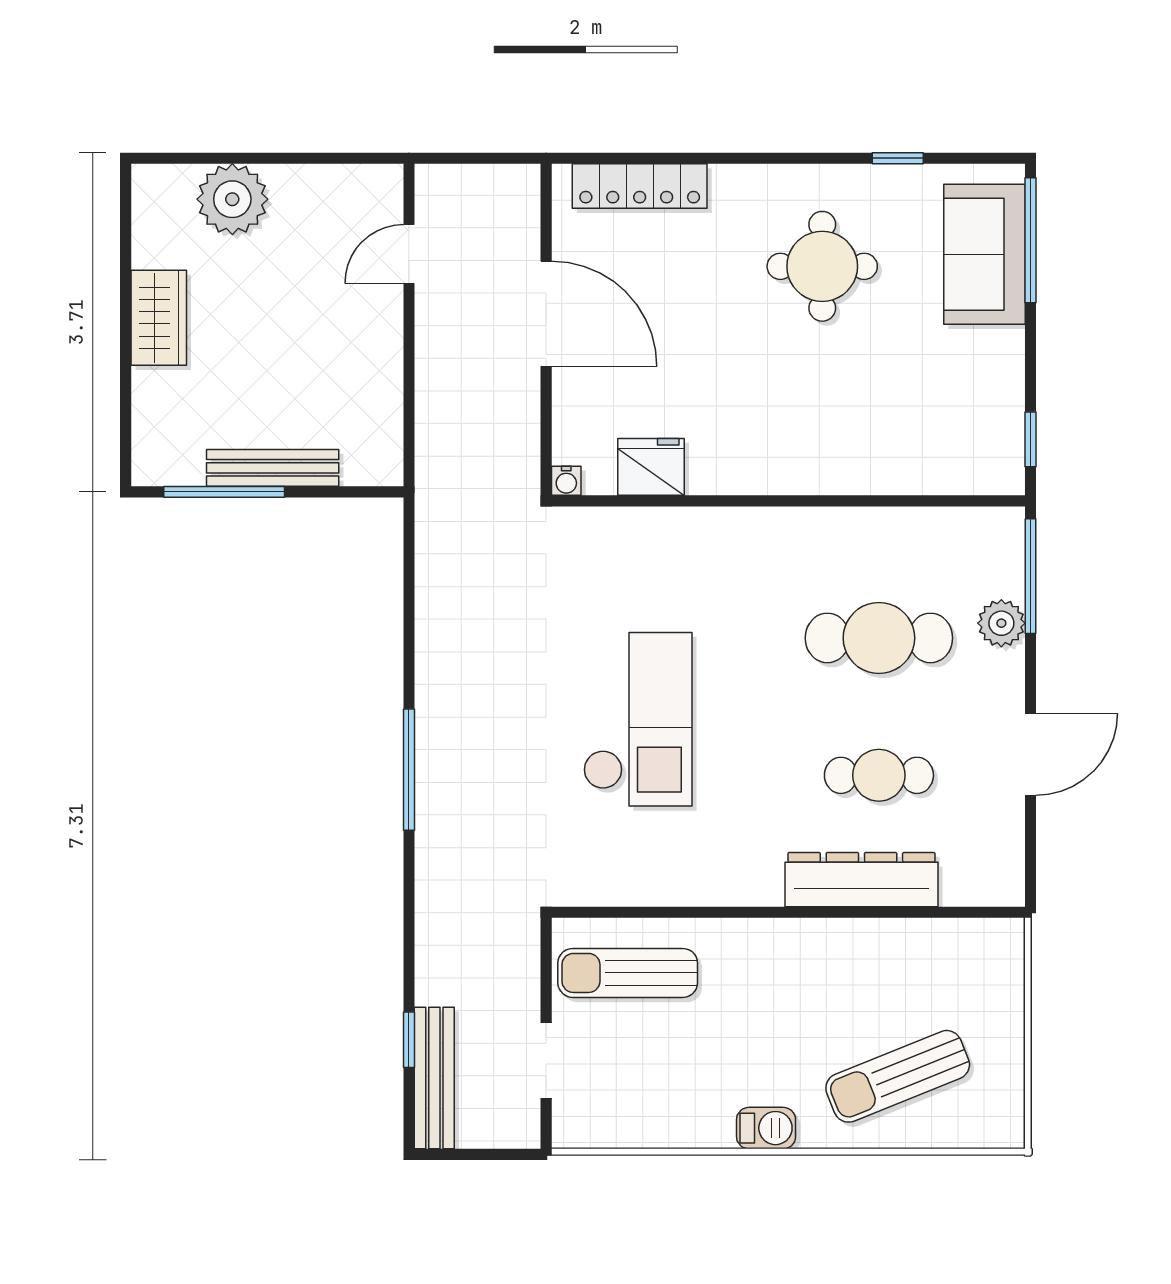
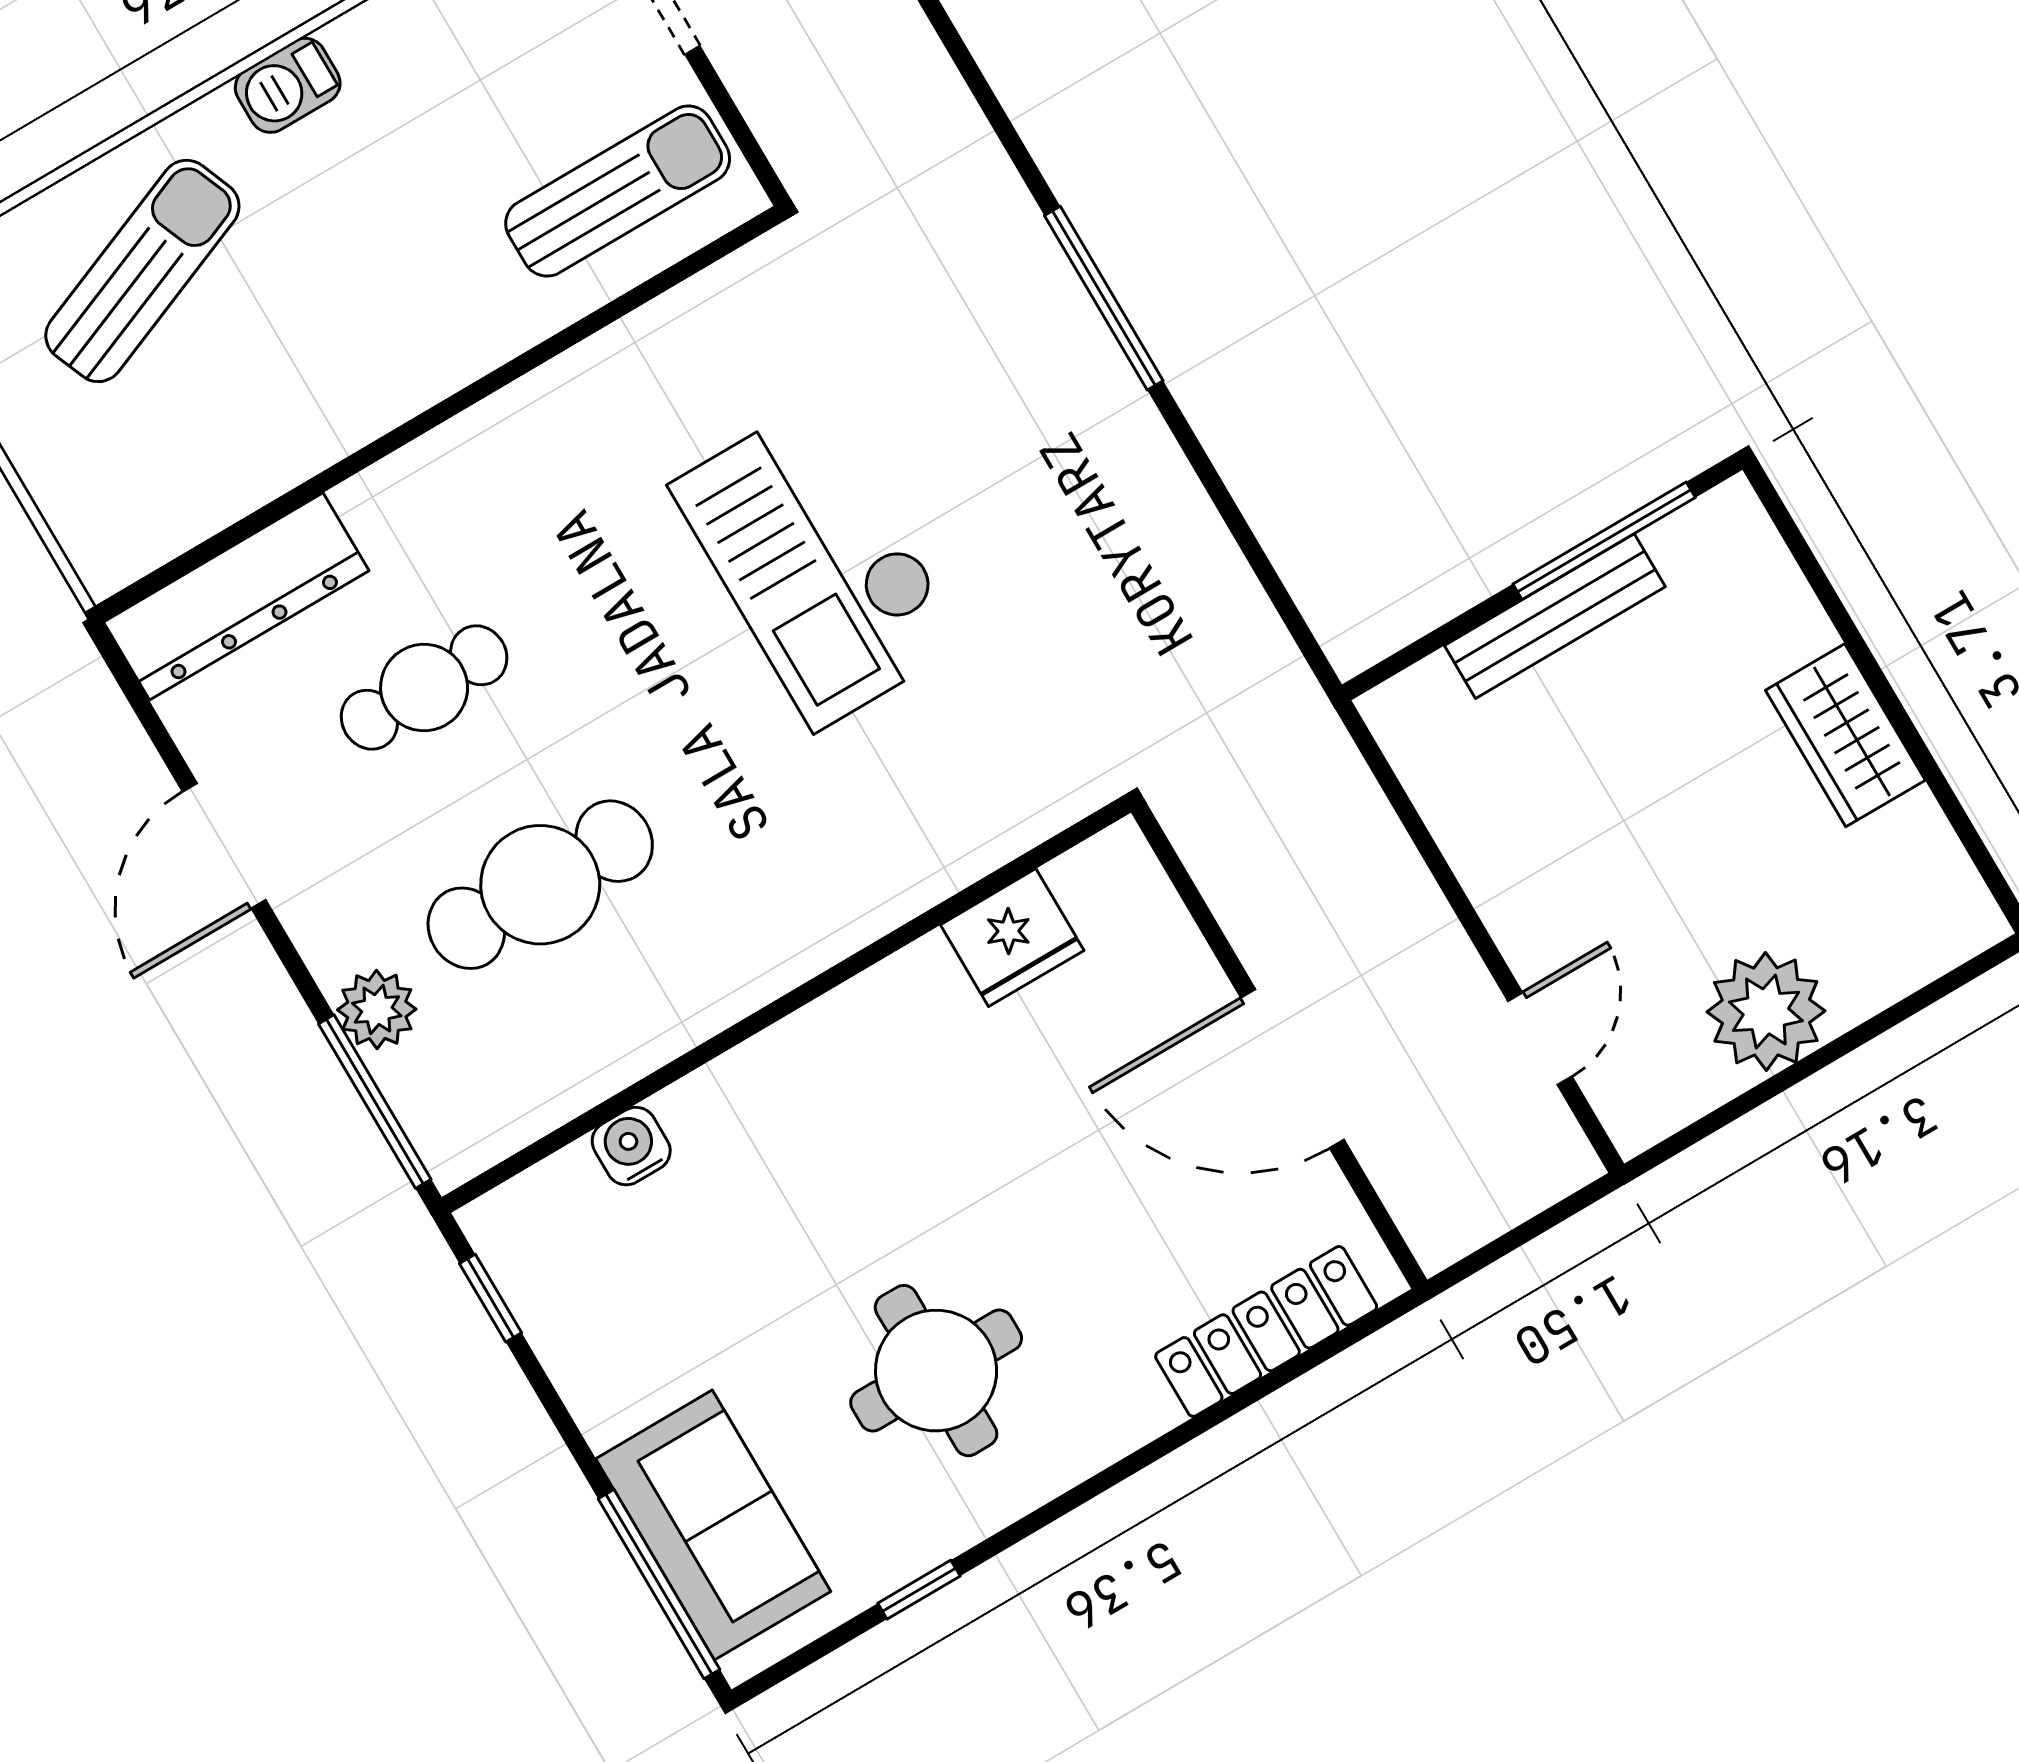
plant: (232, 199) -> (1766, 1011), moved
water cooler: (566, 481) -> (631, 1146), moved, width x1.38, depth x1.38
dresser: (861, 880) -> (236, 596), moved

